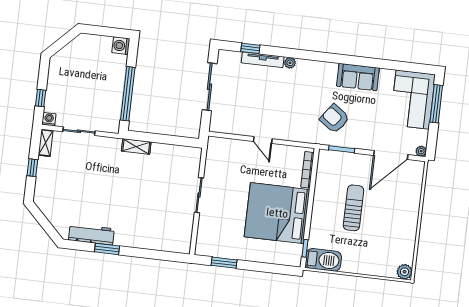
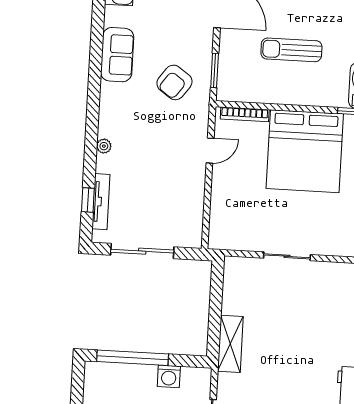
washing machine: (121, 46) -> (169, 376), moved
tv unit: (263, 60) -> (101, 202), moved
window: (128, 94) -> (133, 358), moved
door: (263, 140) -> (210, 151), moved
shelving: (136, 146) -> (230, 344), width x1.50, depth x1.33

